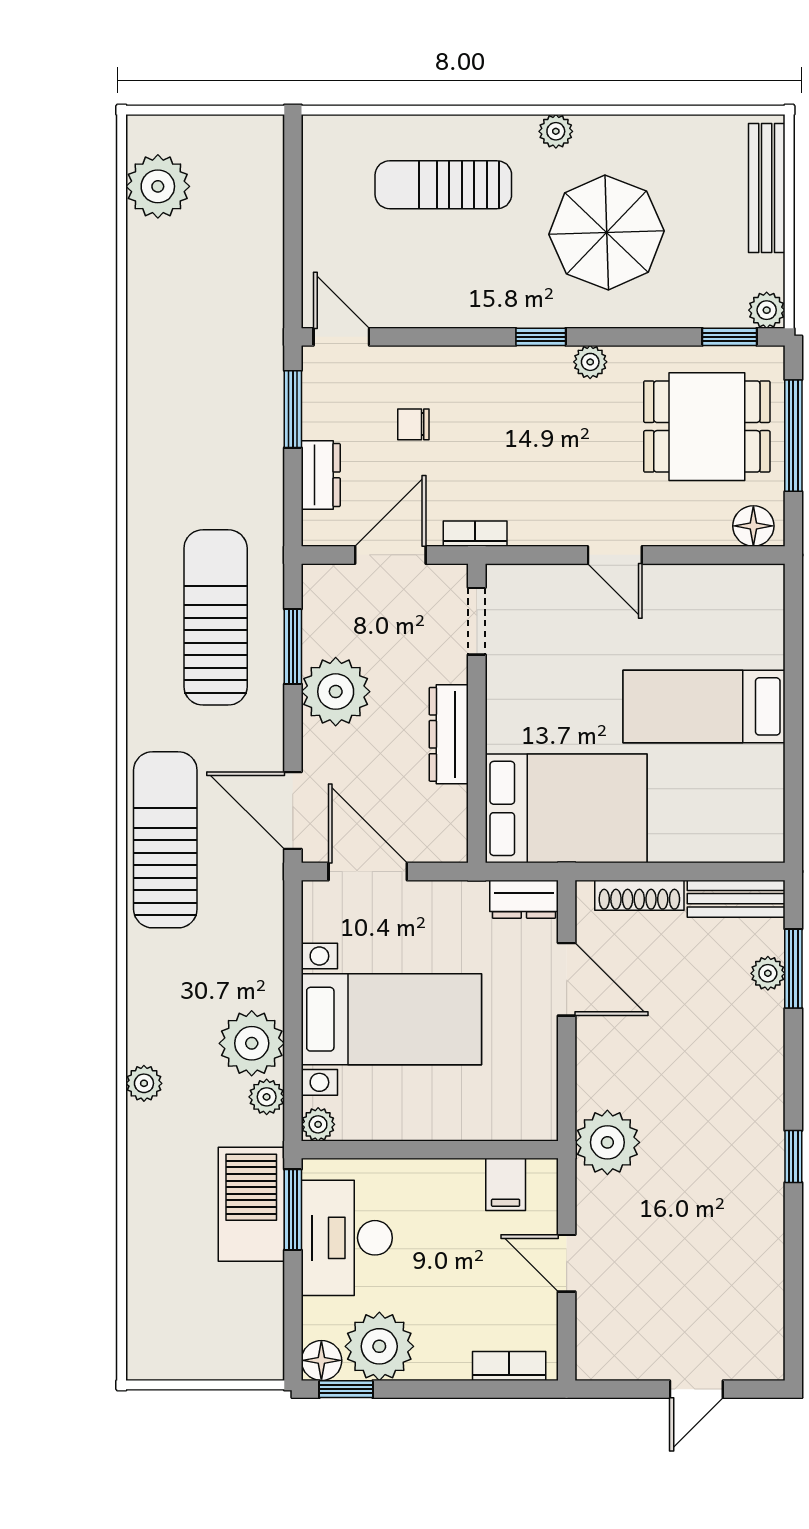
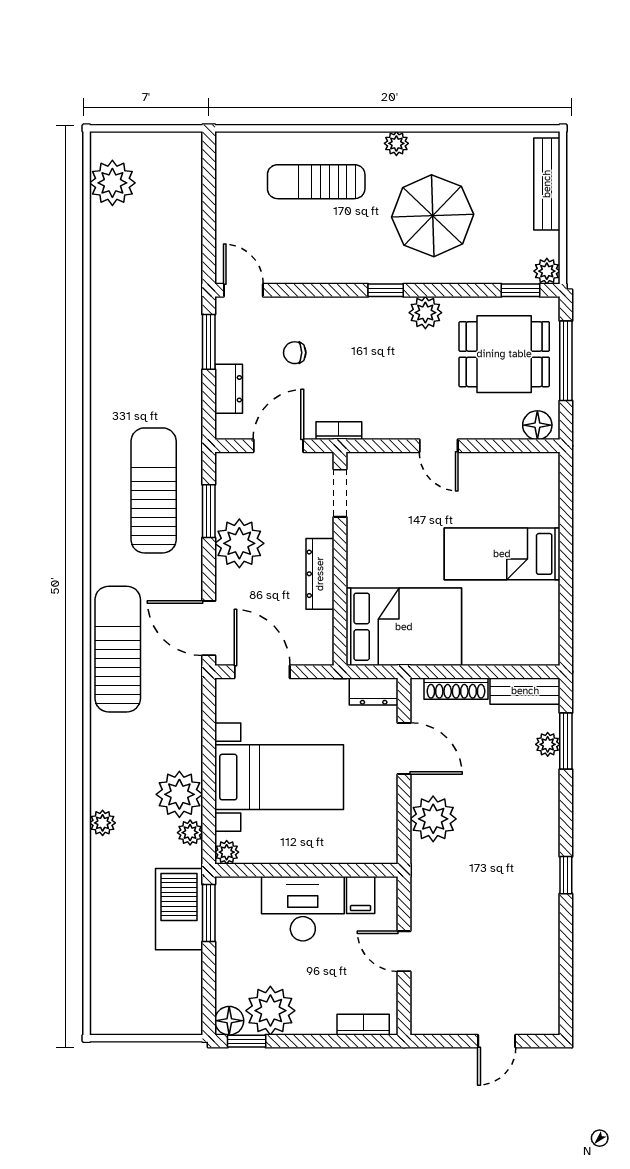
plant: (590, 362) -> (425, 313), width x1.38, depth x1.38
plant: (607, 1142) -> (433, 819), moved
desk: (347, 1238) -> (303, 909), moved, turned 90

